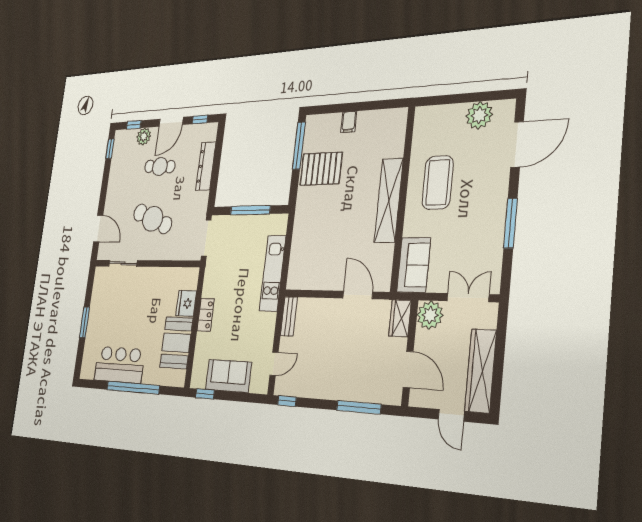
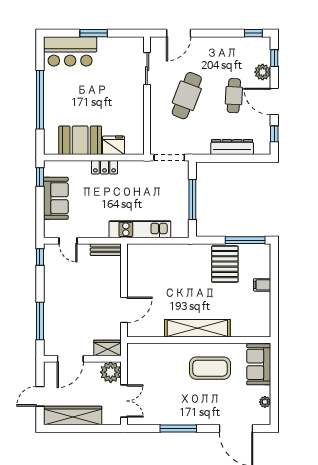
plant: (479, 115) -> (265, 402), width x0.53, depth x0.53
sofa: (414, 265) -> (259, 364), moved, turned 90
bar counter: (119, 365) -> (70, 51), moved, turned 90

